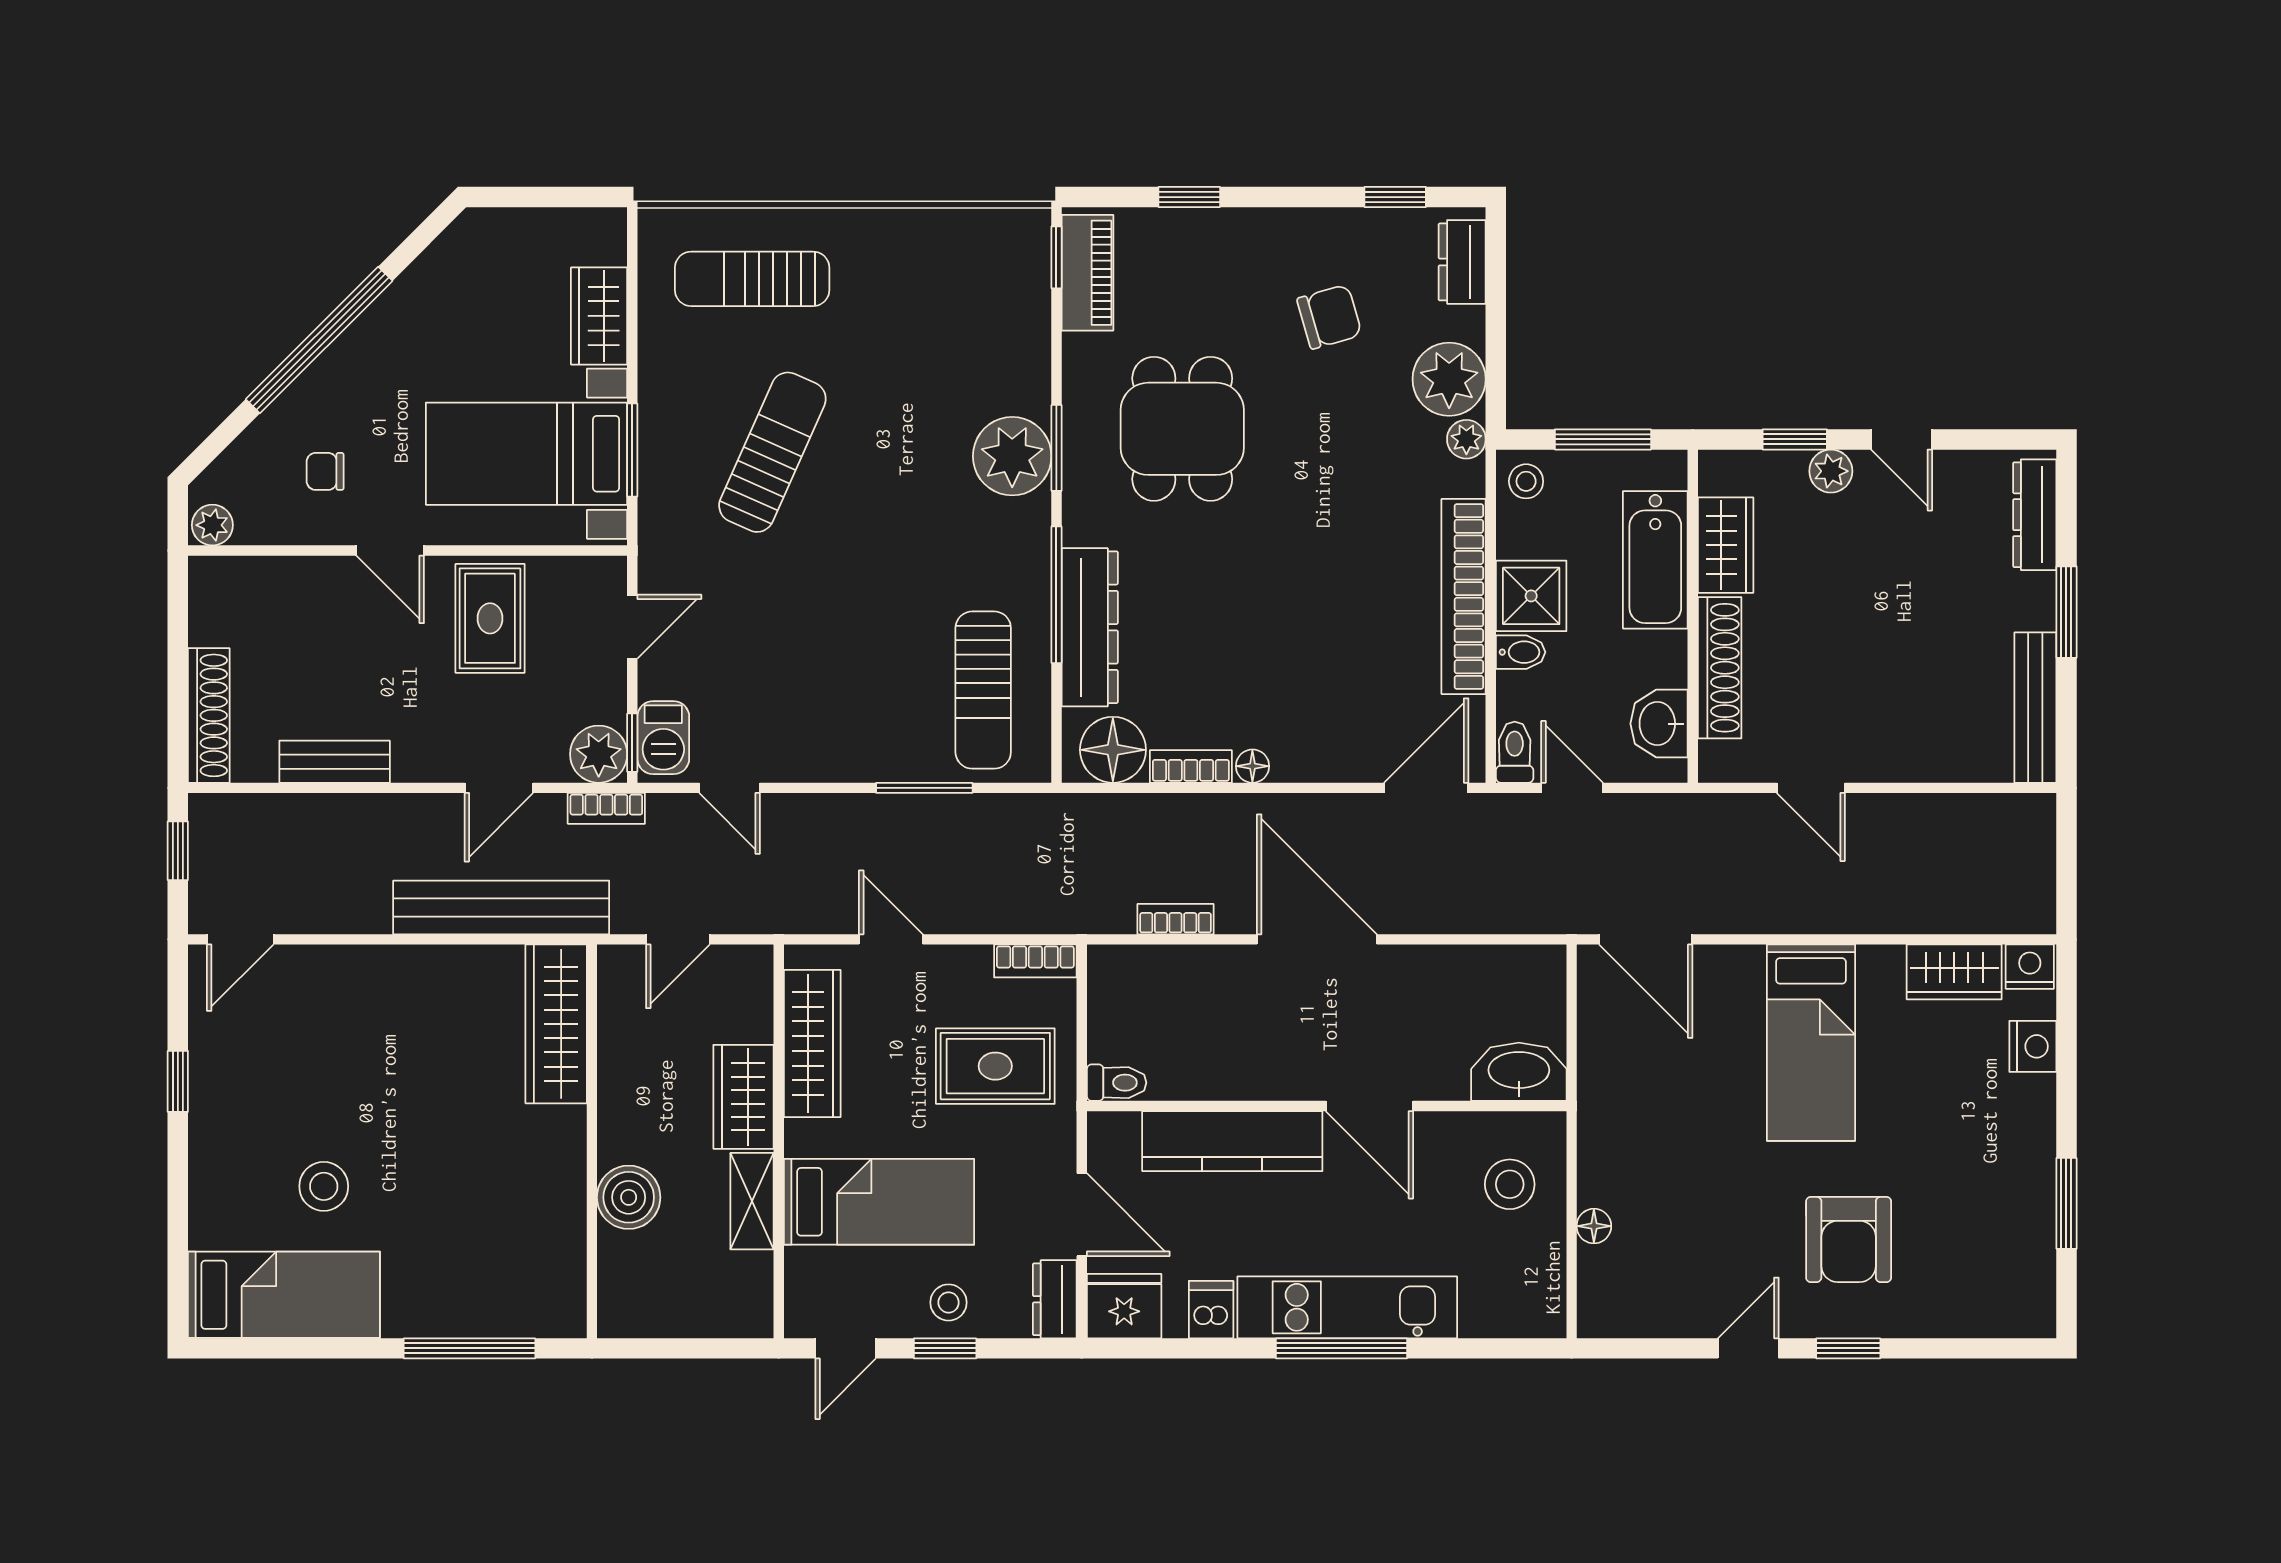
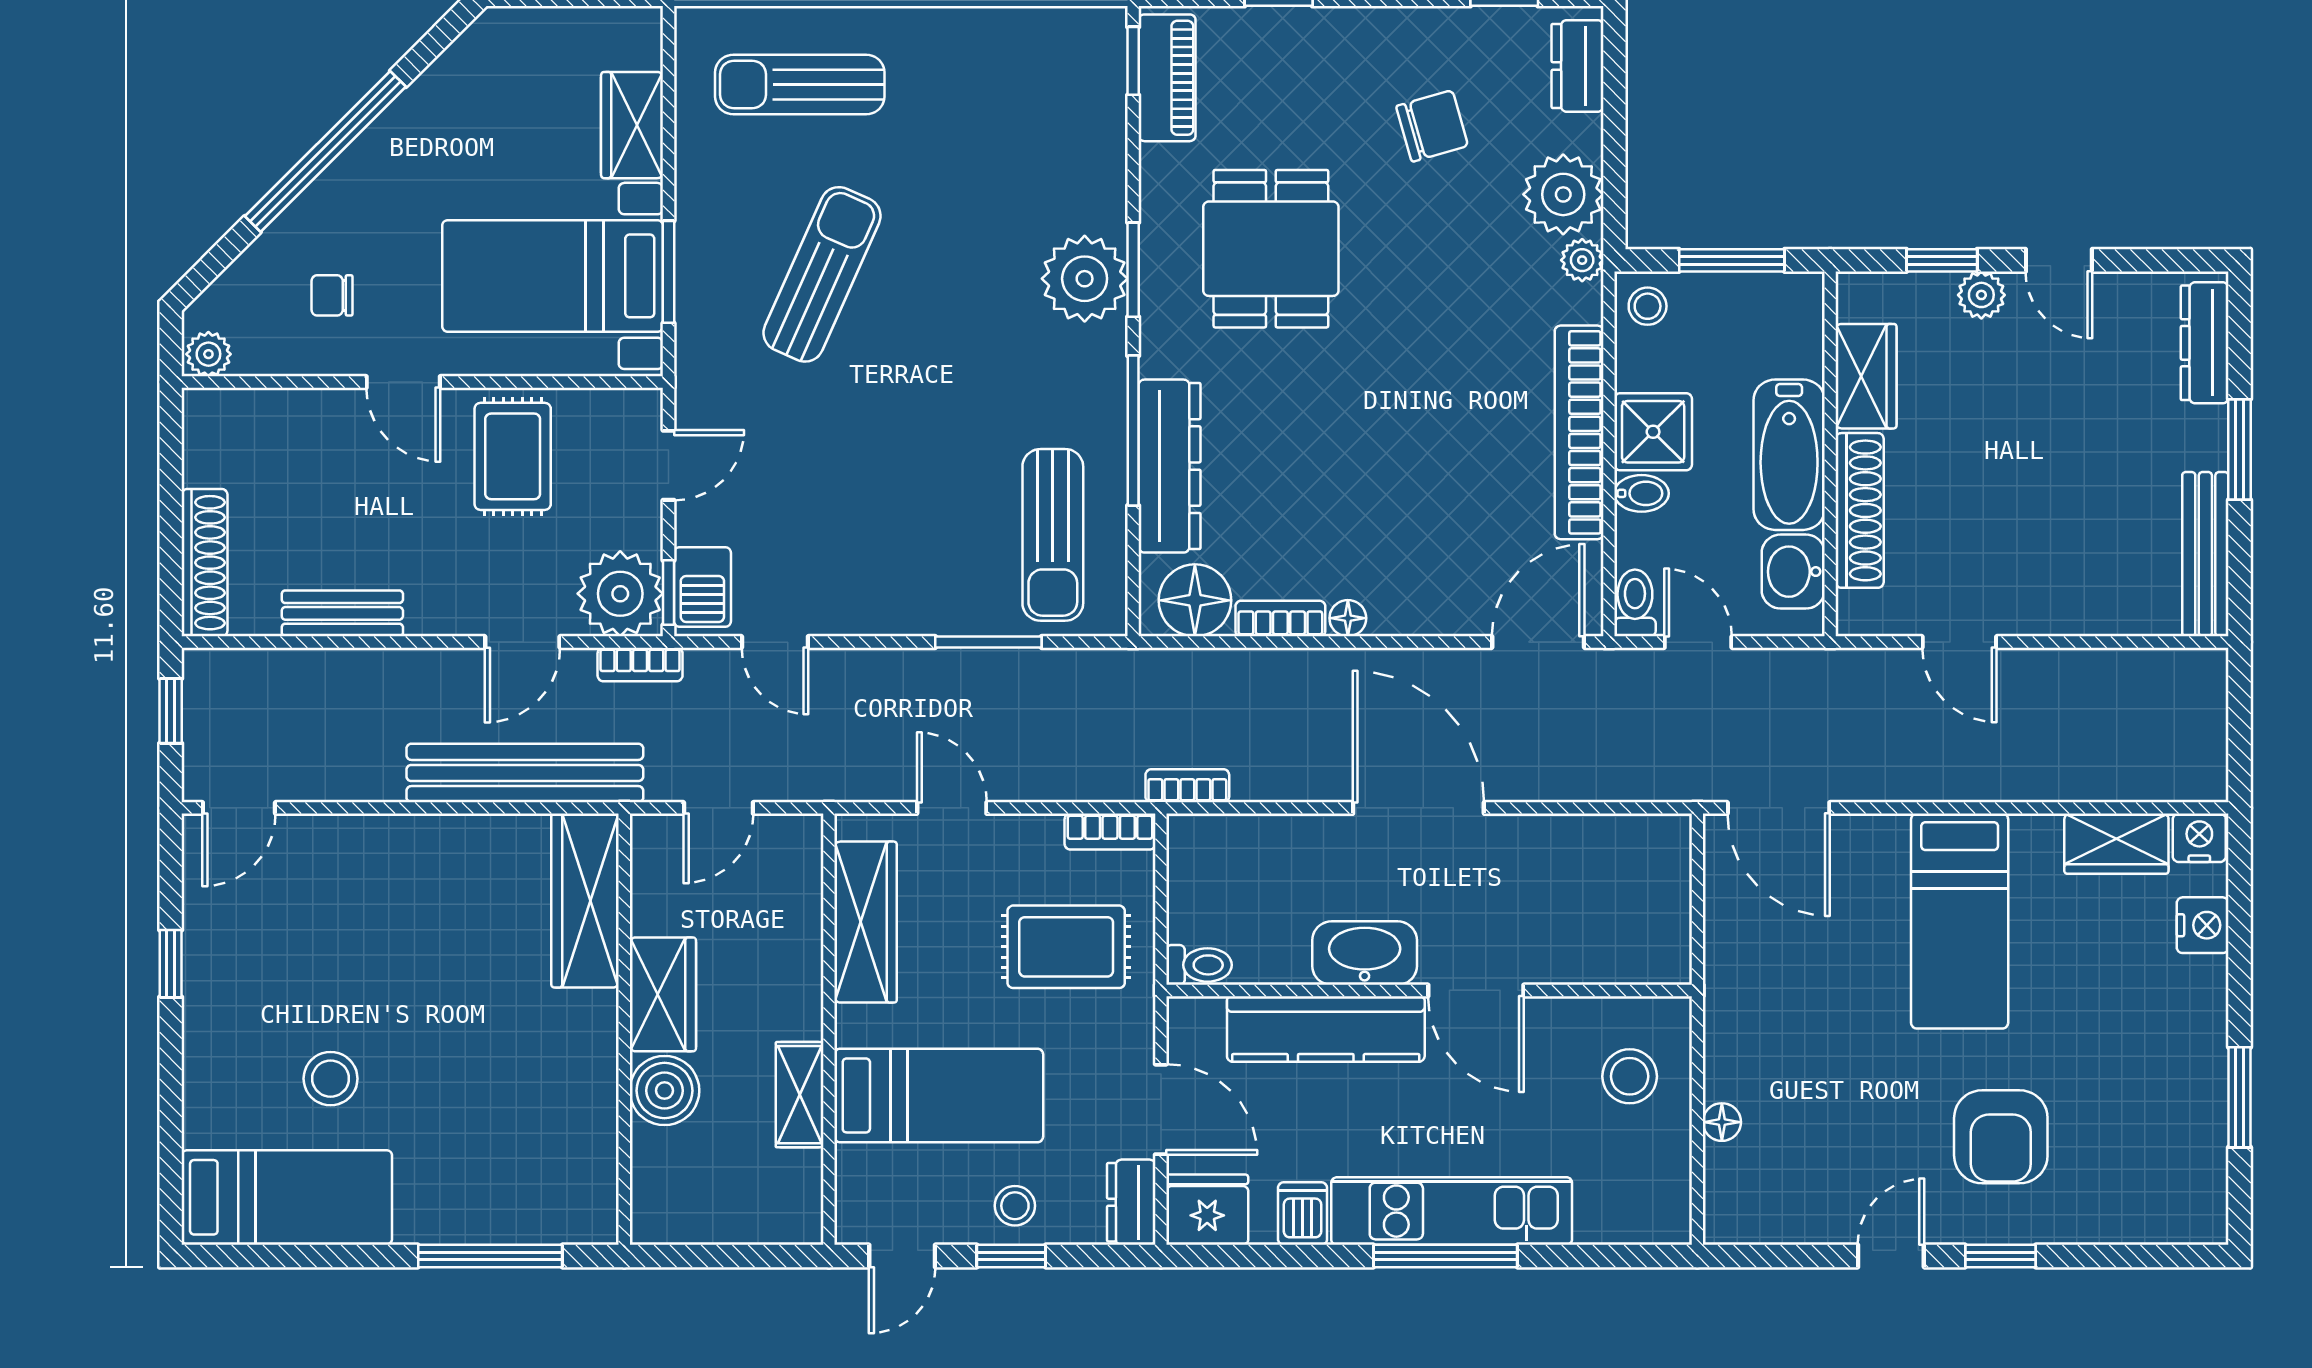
bathtub: (1655, 560) -> (1789, 455), moved
plant: (599, 754) -> (620, 594), width x1.36, depth x1.36
bookcase: (1176, 919) -> (1187, 786), moved
washbasin: (1519, 1072) -> (1365, 953), moved
wardrobe: (744, 1097) -> (663, 994), moved, turned 180

